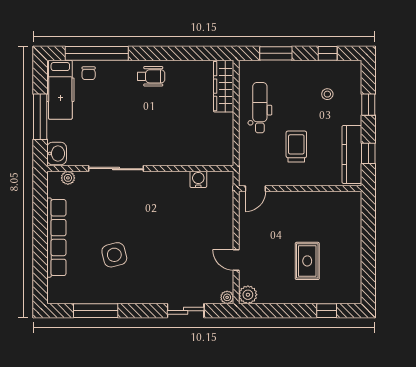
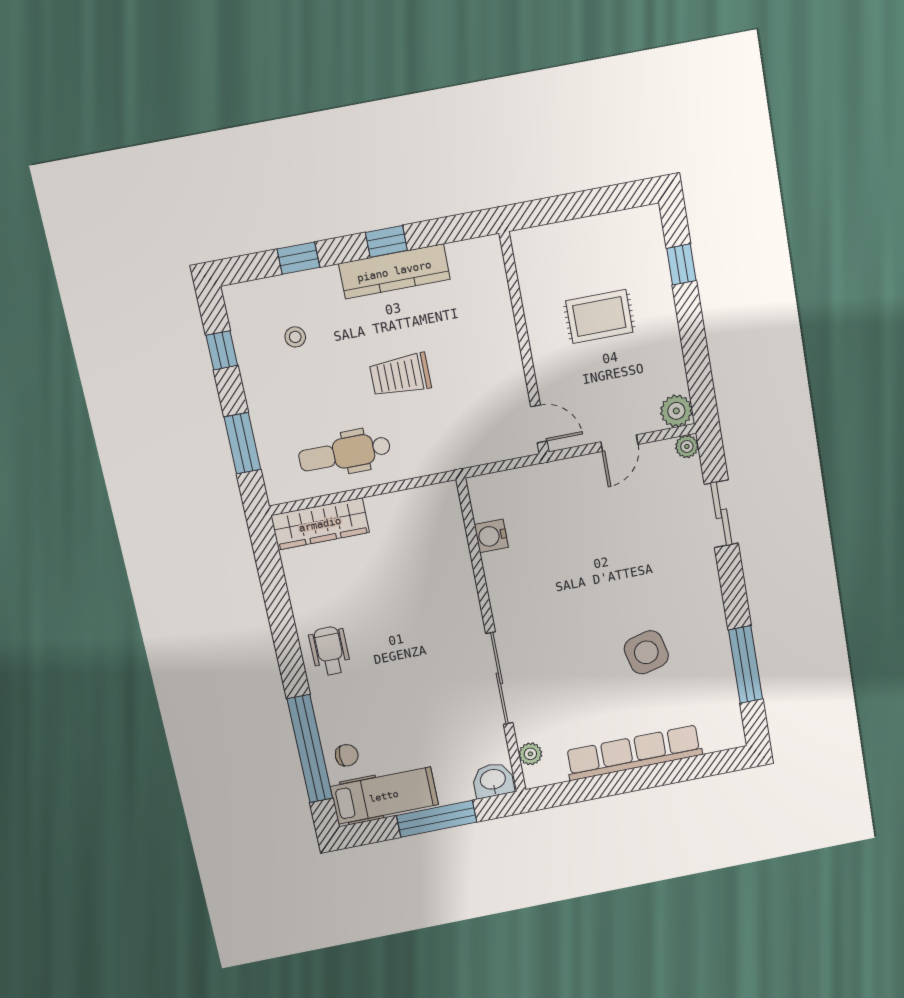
door: (255, 189) -> (539, 424), moved
wall: (300, 189) -> (524, 344), moved

